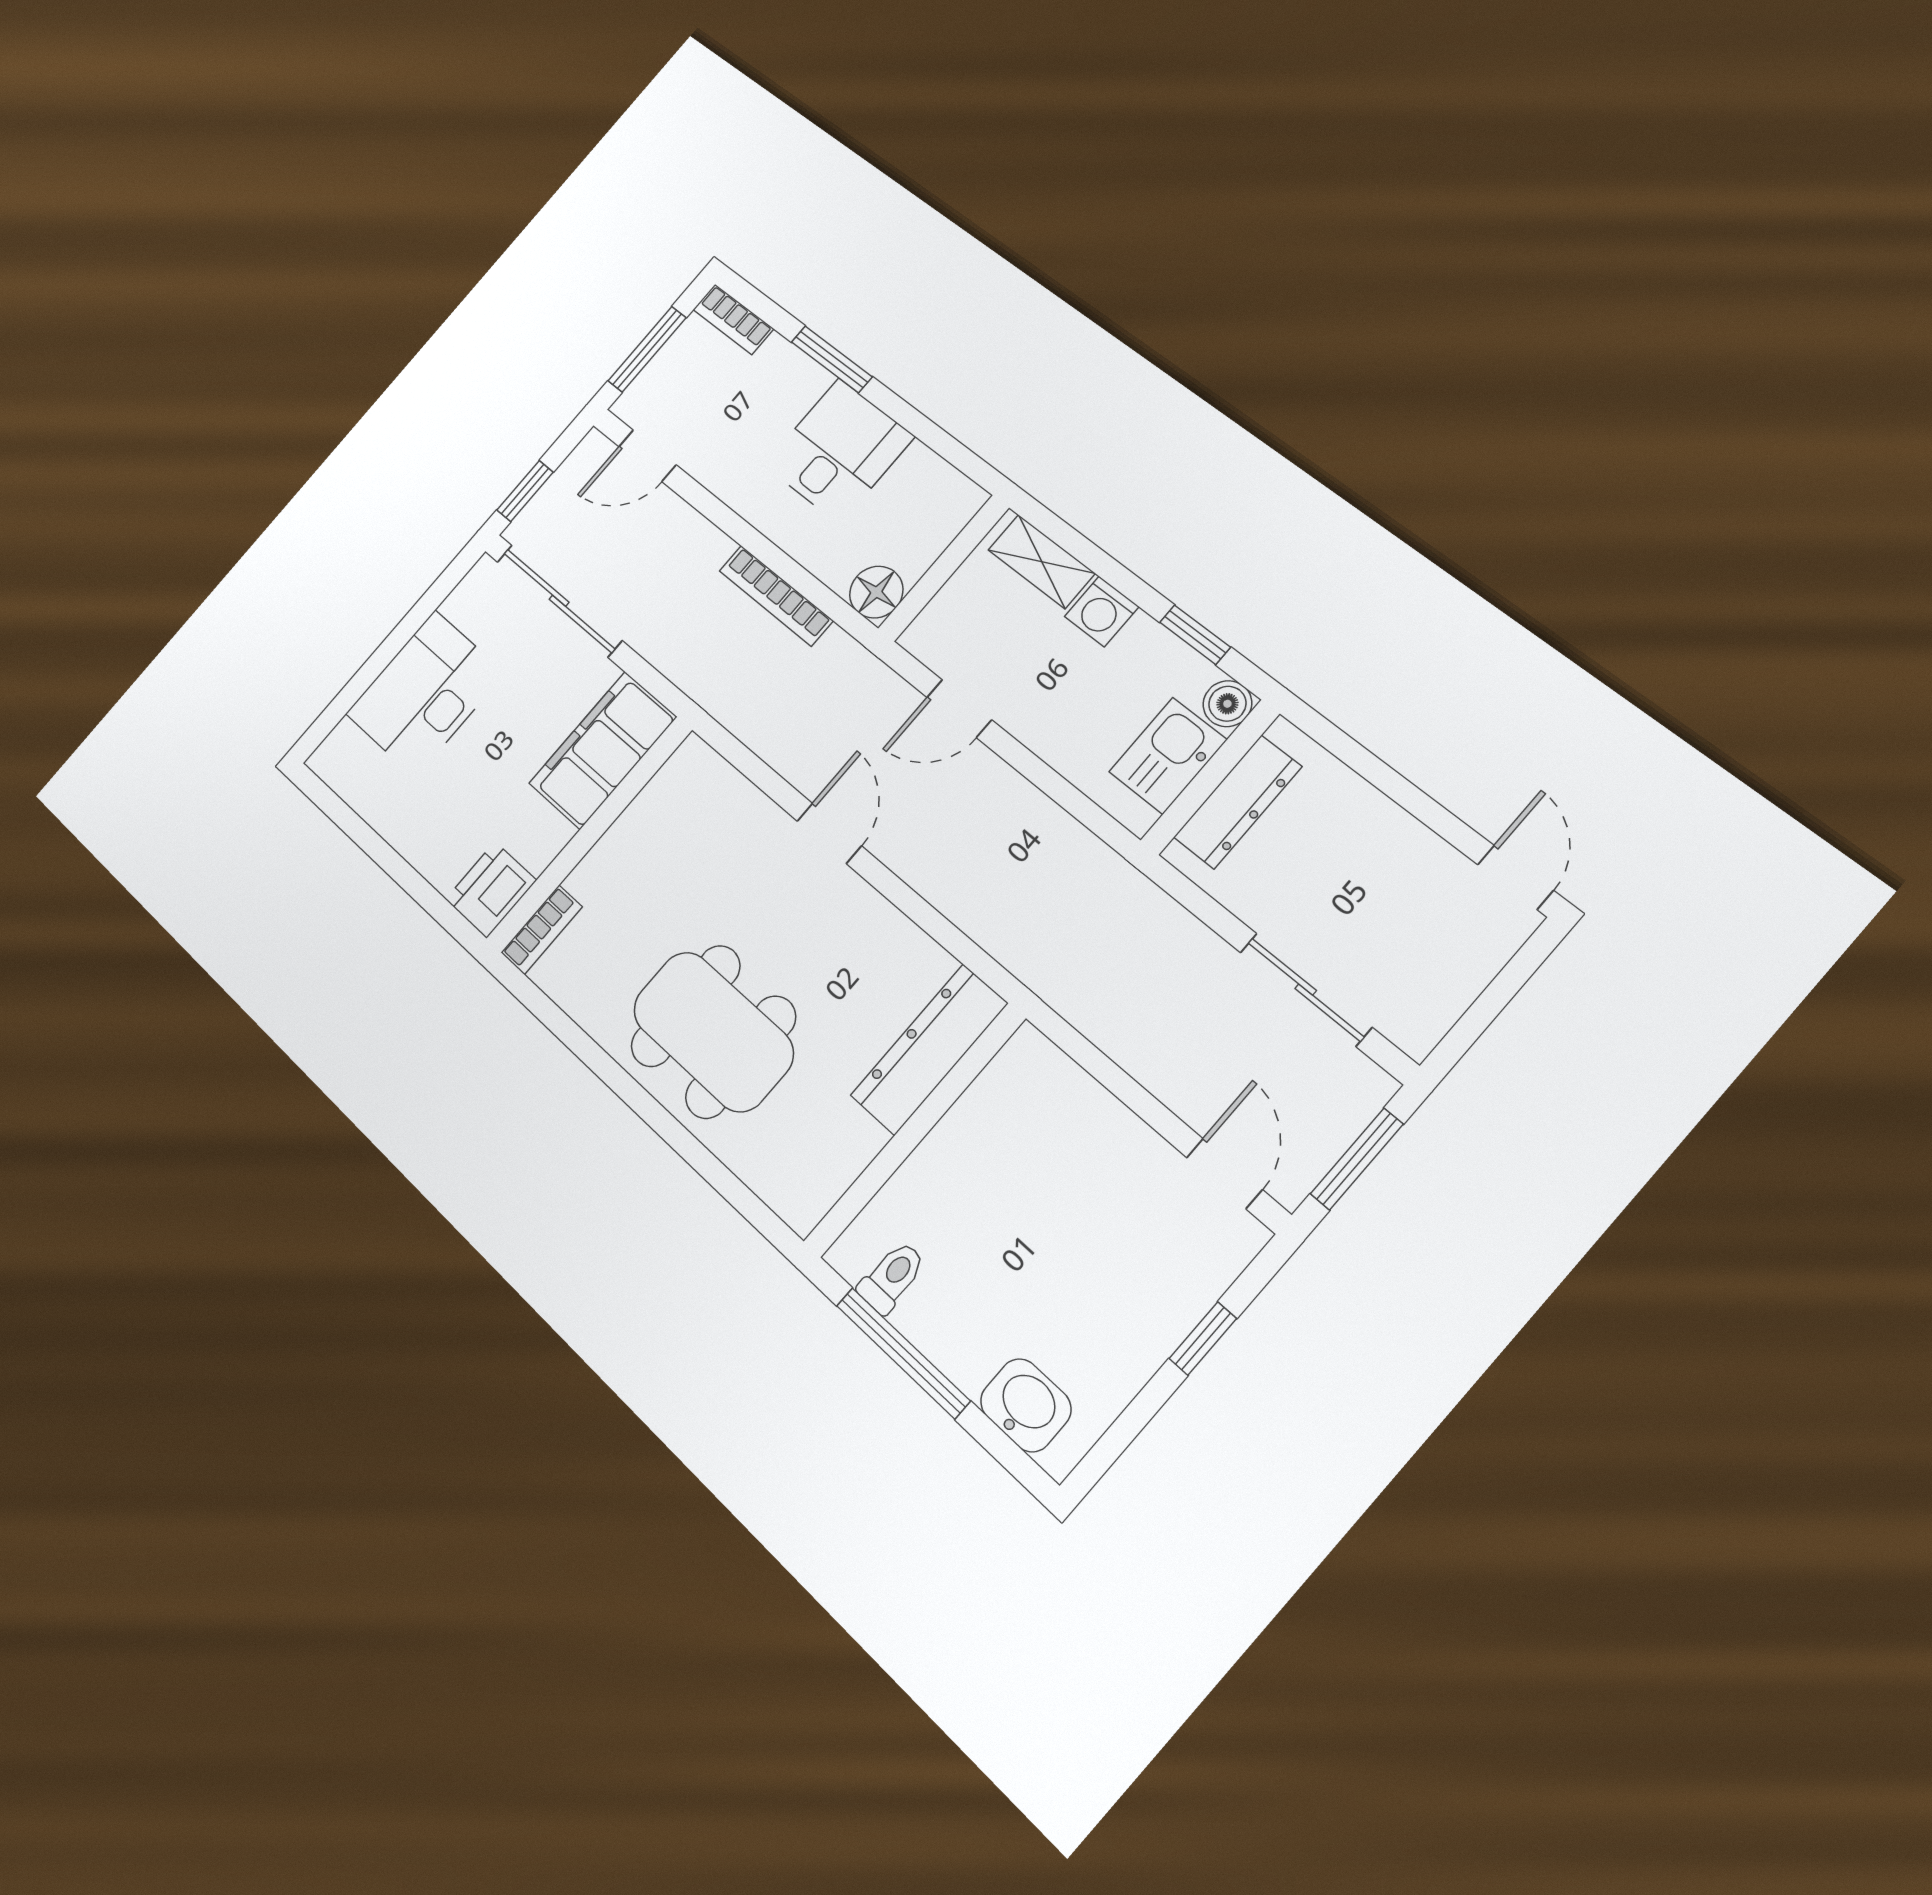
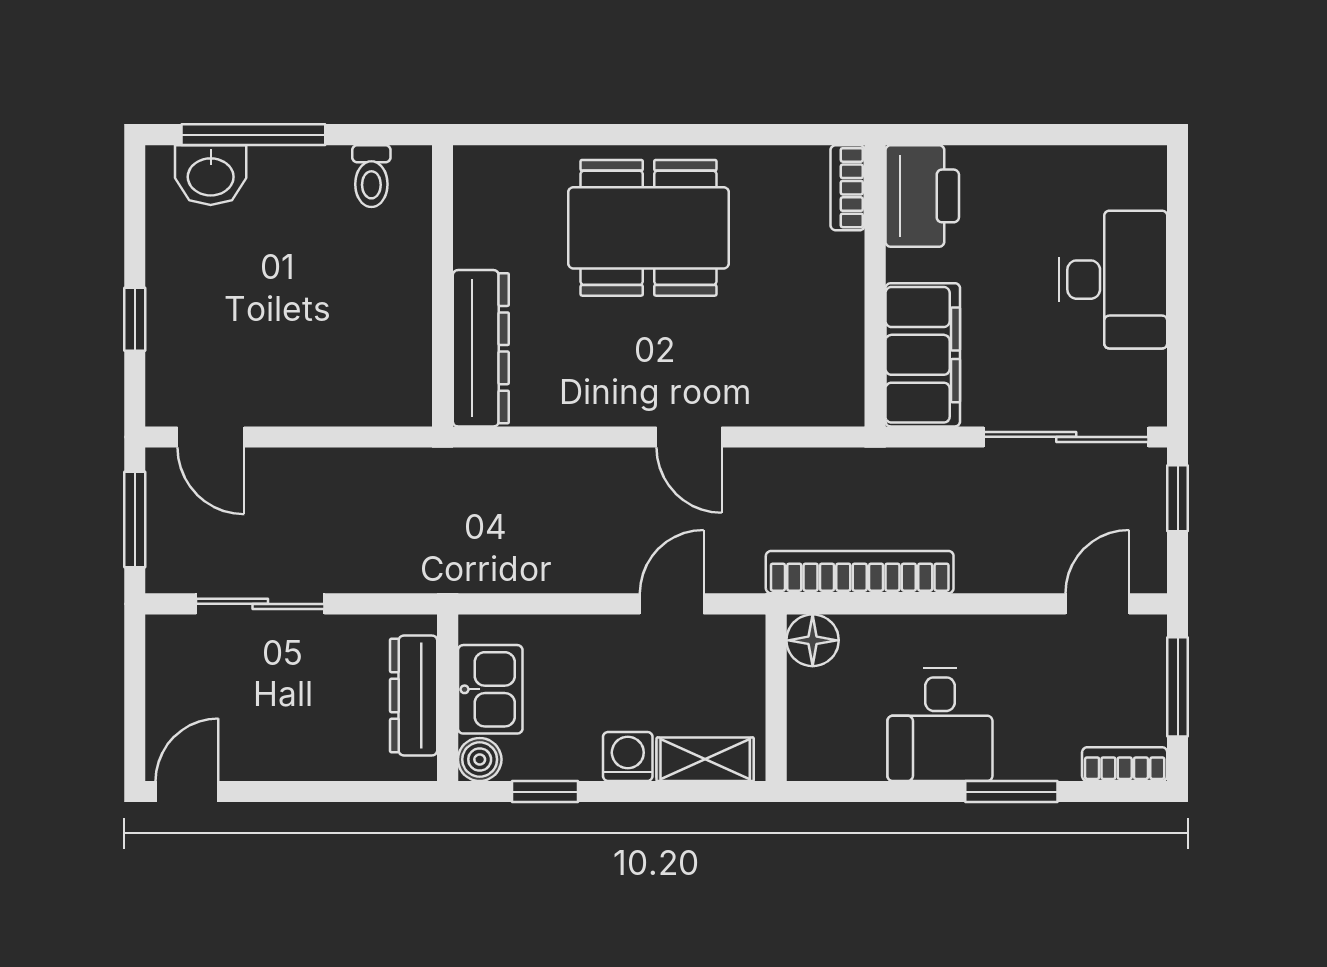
bookcase: (776, 596) -> (860, 572), width x1.48, depth x1.31
door: (1515, 877) -> (187, 792), swing flipped
printer: (491, 890) -> (922, 196), width x1.37, depth x1.19
window: (903, 1353) -> (253, 135), moved

